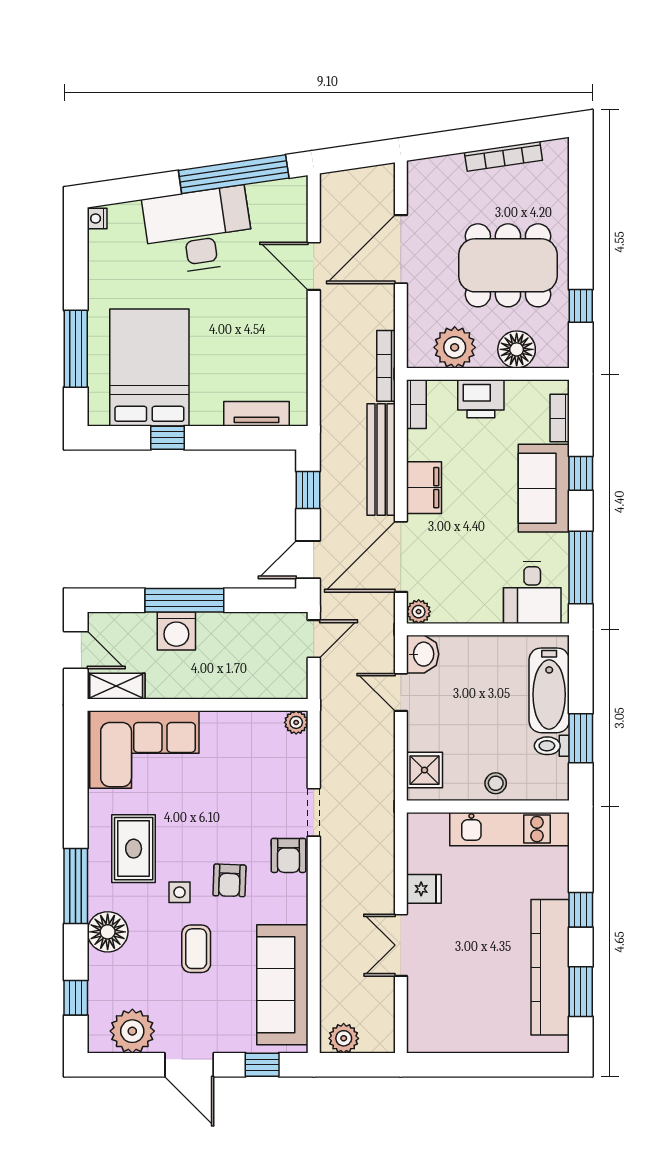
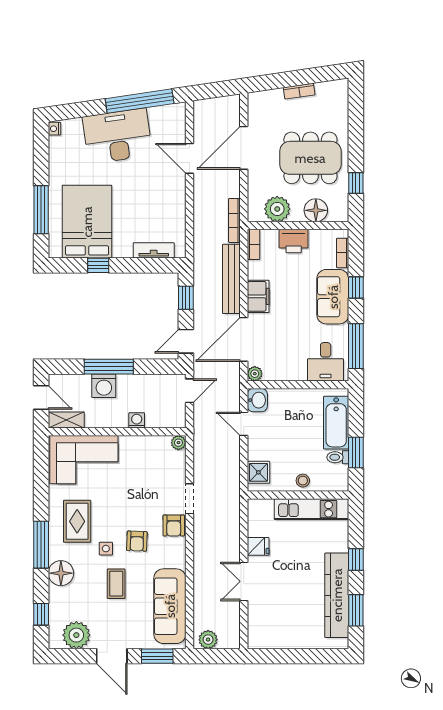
bookcase: (503, 156) -> (299, 91), width x0.64
washing machine: (229, 687) -> (137, 420), added
window: (262, 1065) -> (157, 656), width x1.50

